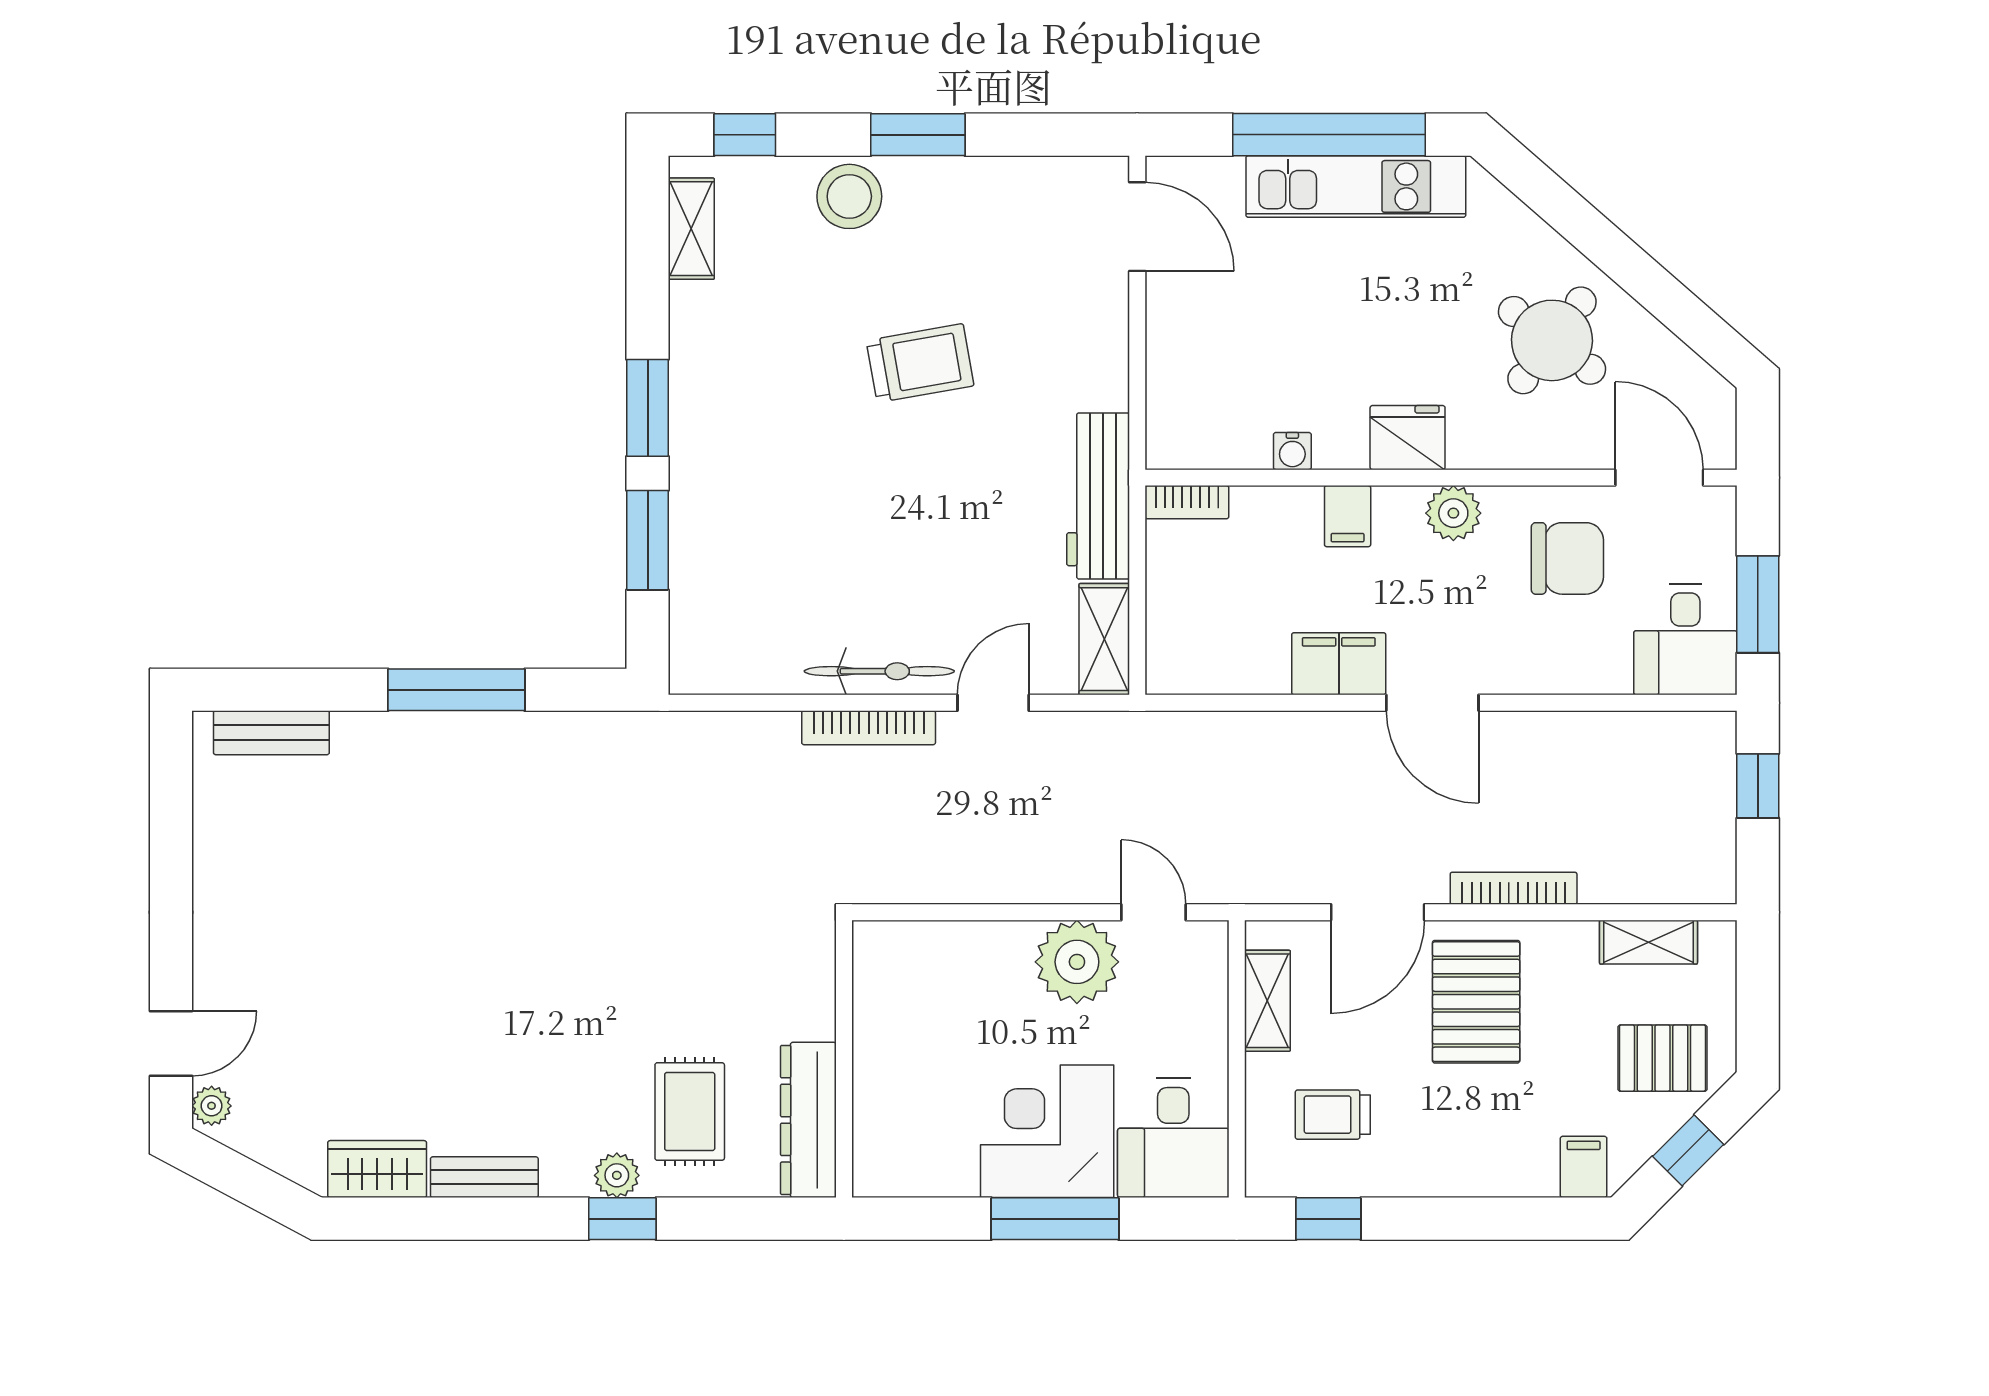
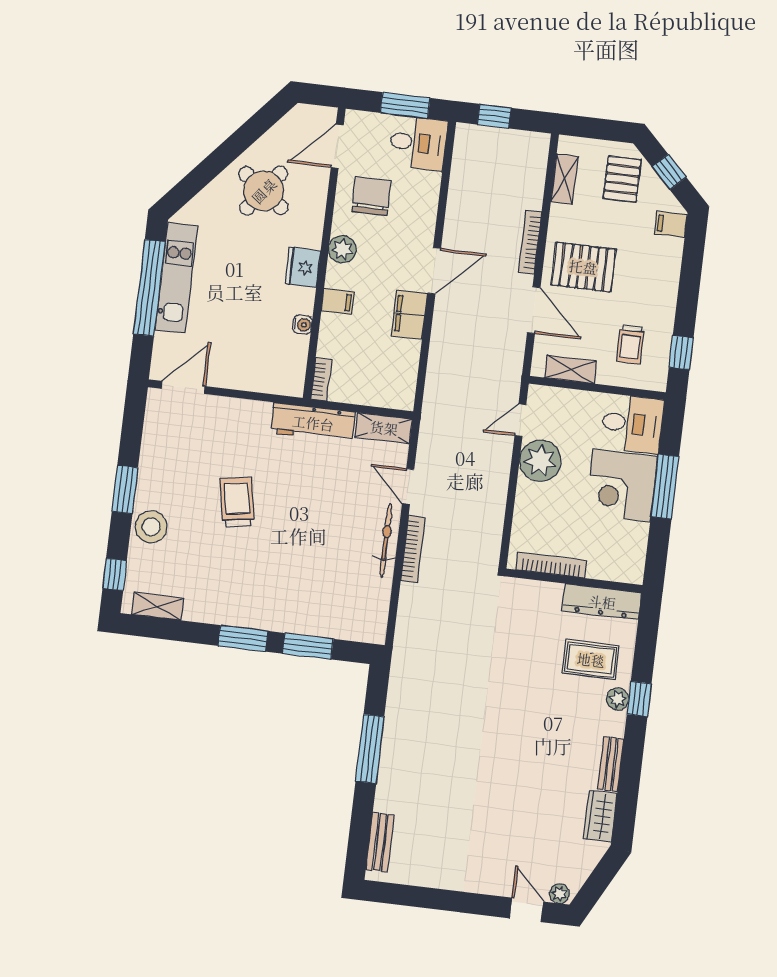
bookcase: (870, 1009) -> (551, 565), added

